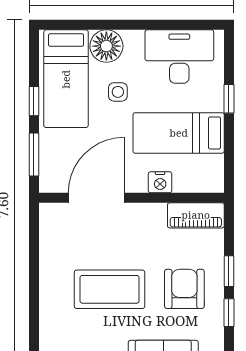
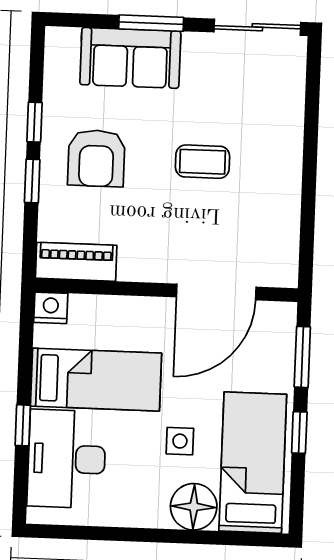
desk: (179, 57) -> (67, 459), moved, turned 90
nightstand: (160, 182) -> (51, 308), moved
coffee table: (110, 289) -> (202, 162), width x0.54, depth x0.58

